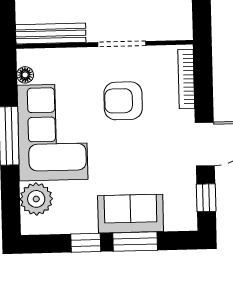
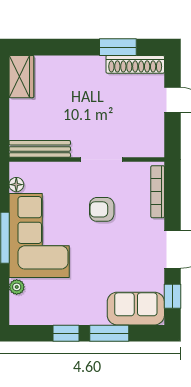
armchair: (123, 101) -> (102, 209), width x0.72, depth x0.72
plant: (36, 199) -> (17, 287), width x0.53, depth x0.53
sofa: (131, 214) -> (136, 309), moved

